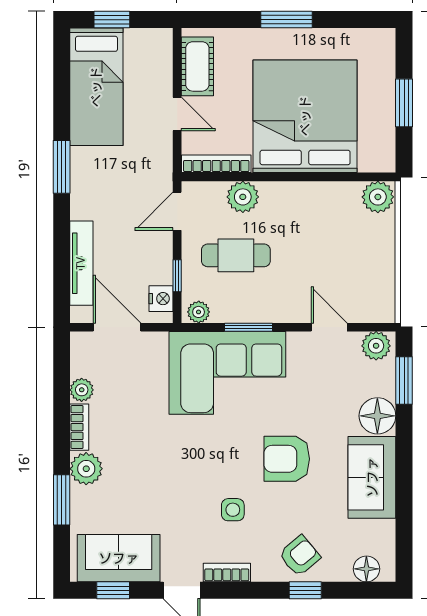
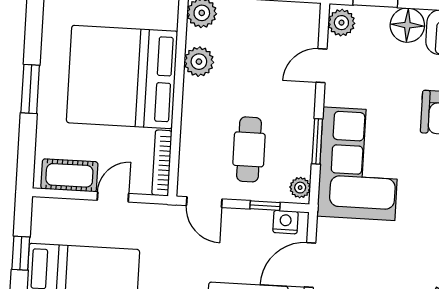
plant: (243, 197) -> (199, 62), moved

